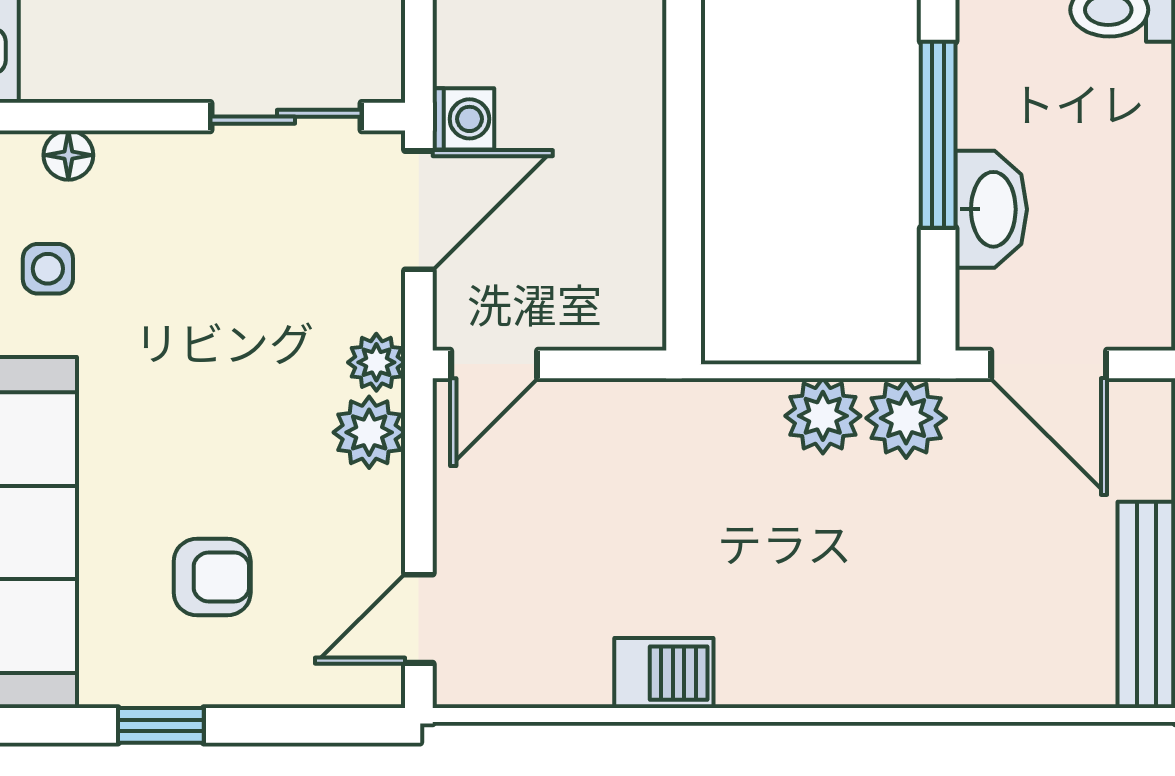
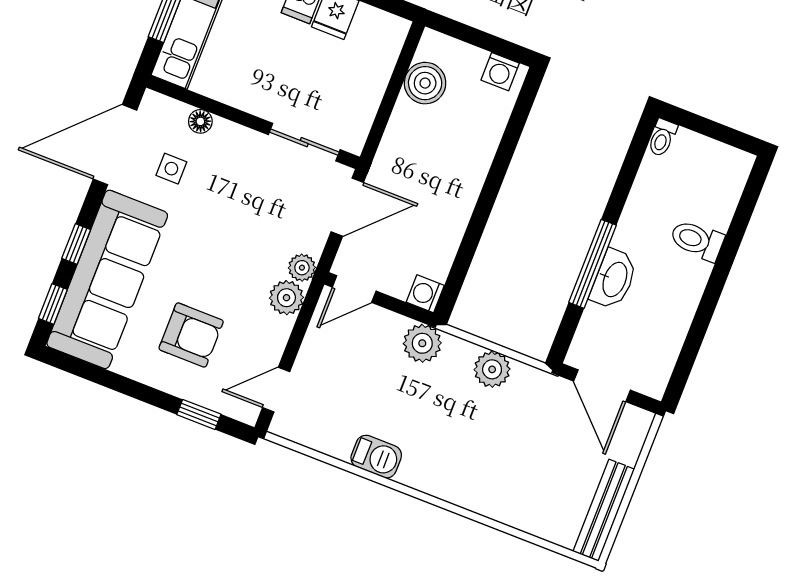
washing machine: (463, 119) -> (425, 294), moved, turned 180
washbasin: (991, 209) -> (614, 279), moved
plant: (906, 418) -> (422, 343), moved
armchair: (212, 577) -> (191, 335), width x1.38, depth x1.38
window: (161, 725) -> (199, 414), moved

